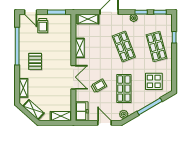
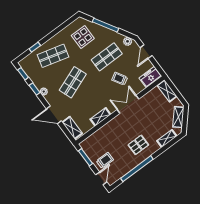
shop shelf: (156, 47) -> (53, 56), turned 30

